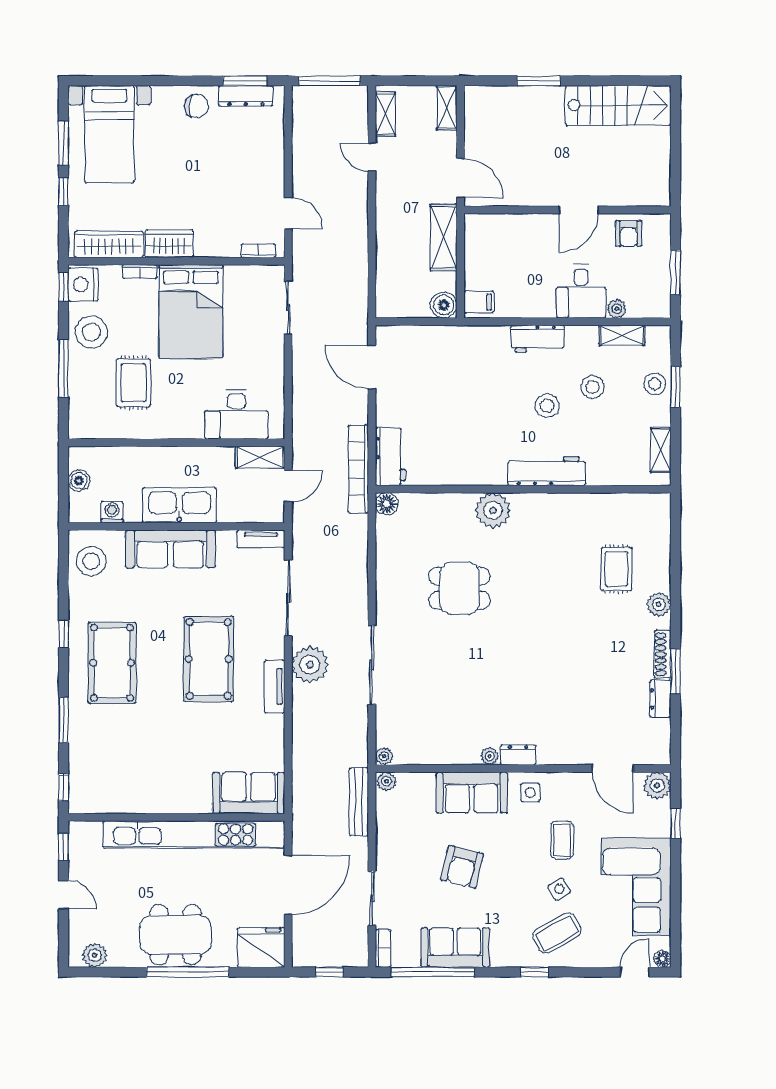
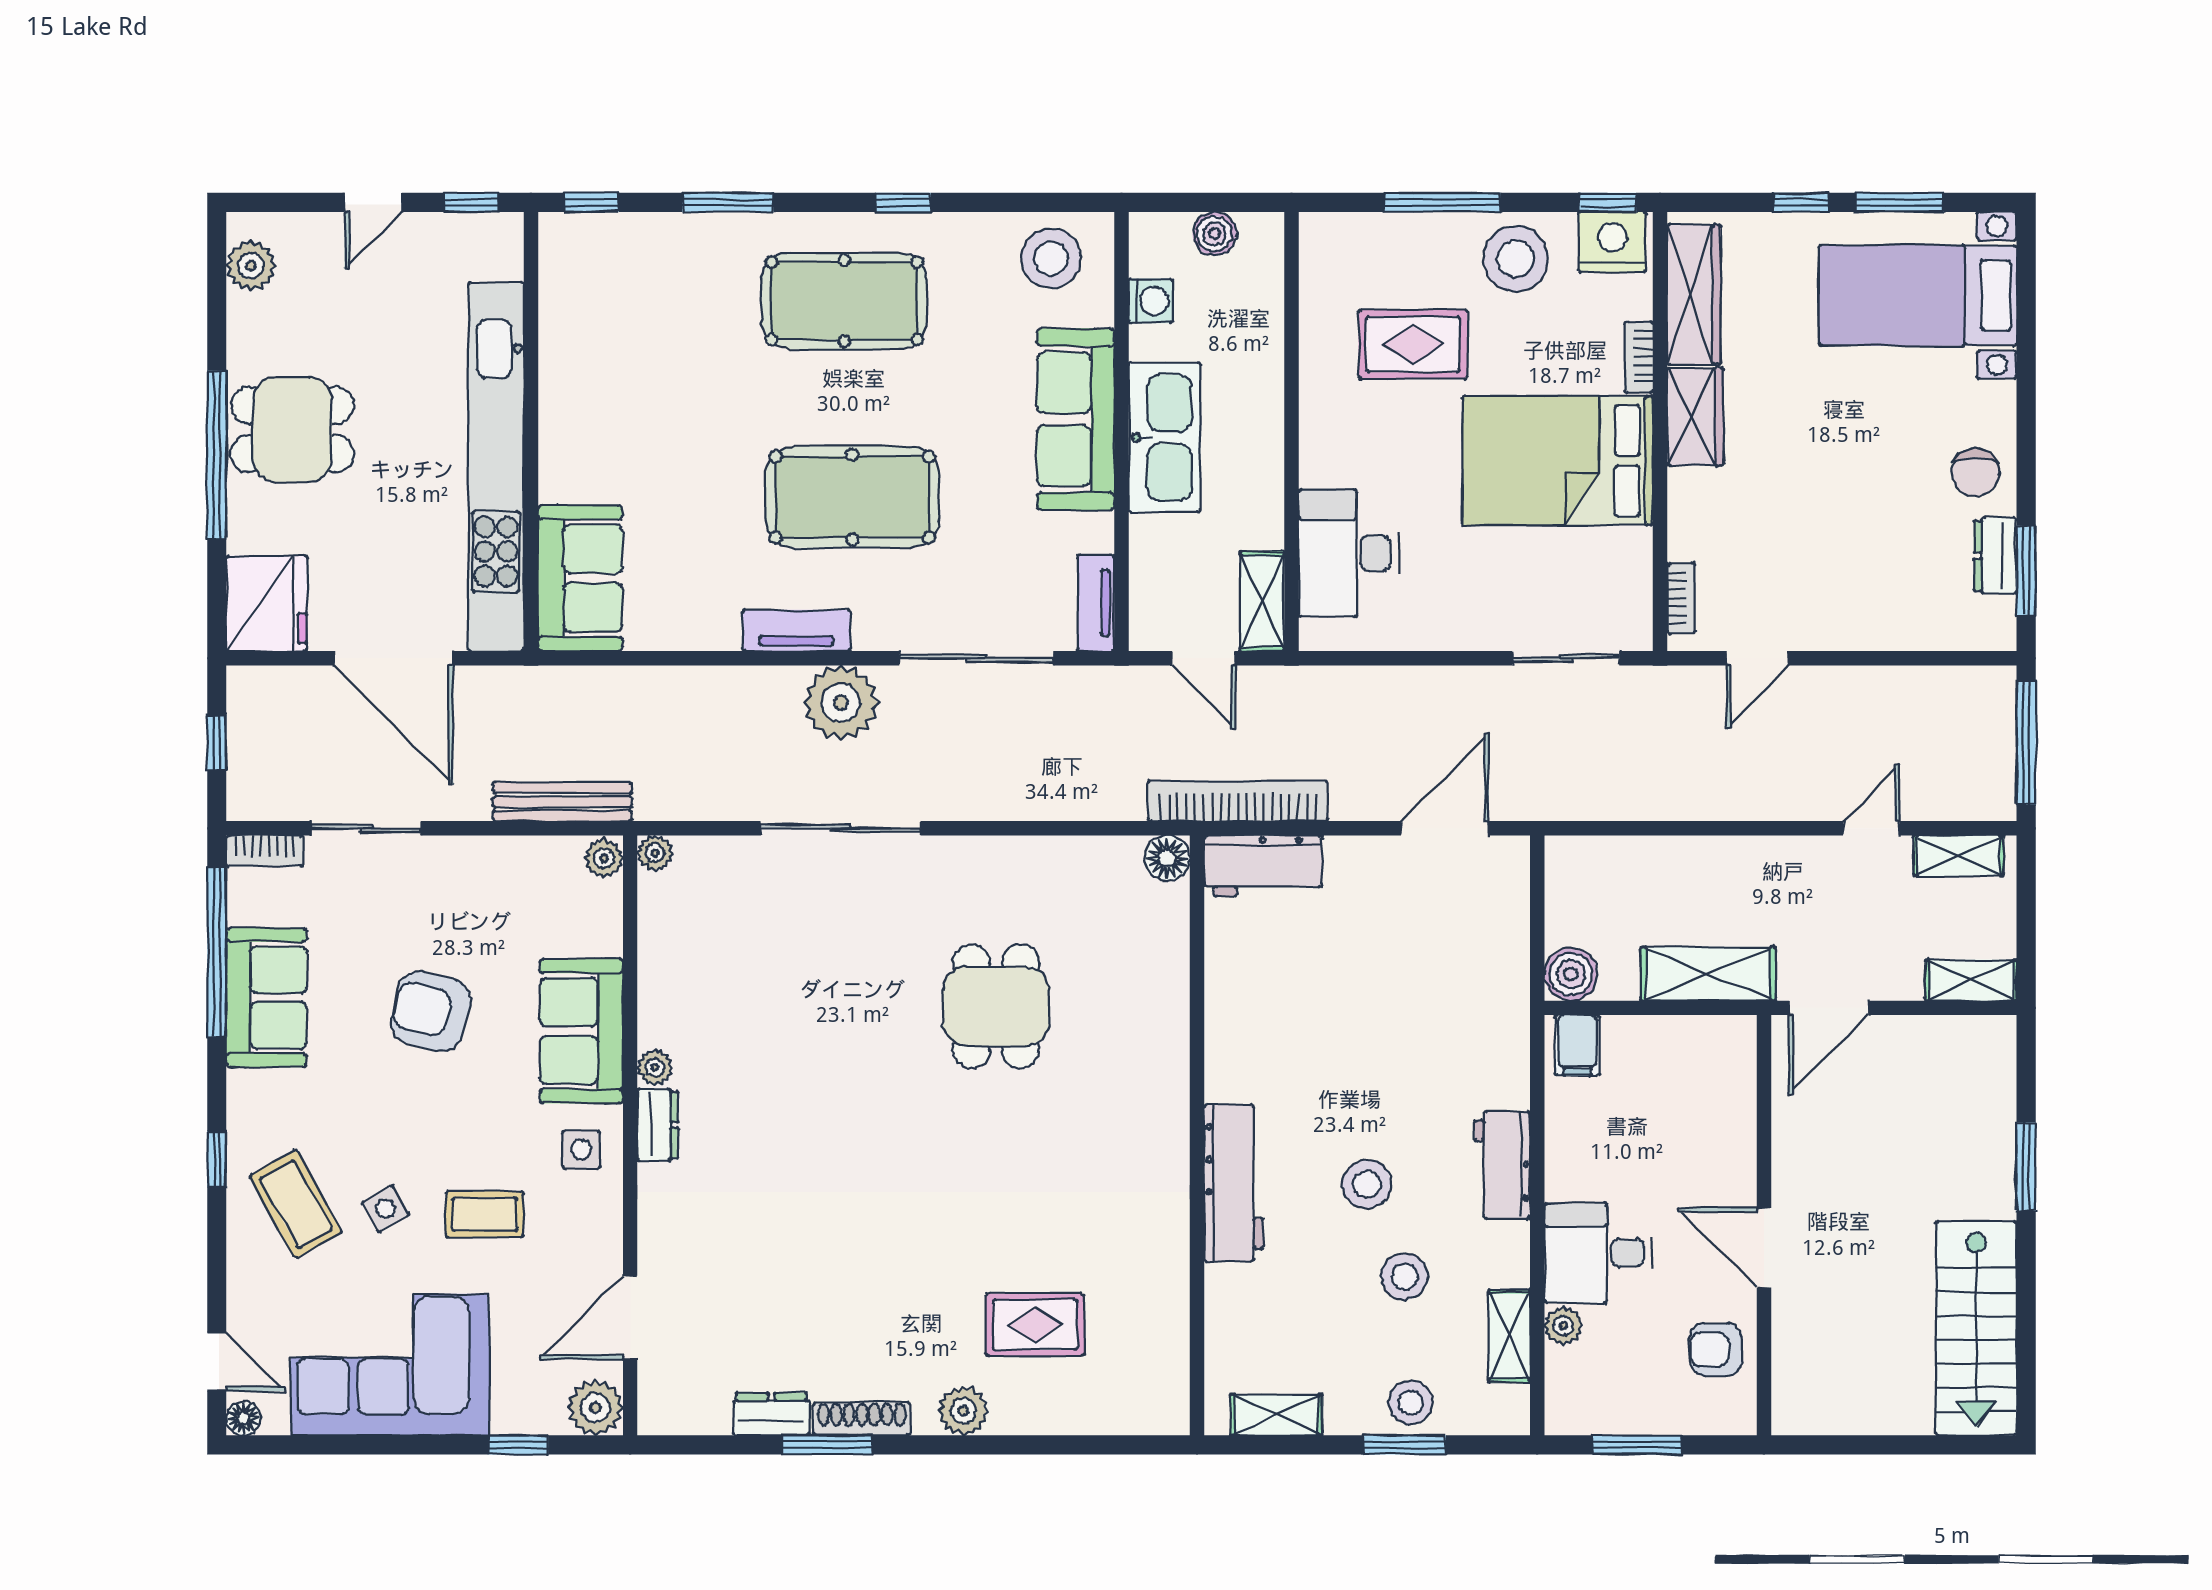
dresser: (246, 96) -> (1995, 556), width x0.70
plant: (493, 510) -> (1154, 1074), removed
dining table: (175, 935) -> (292, 430), width x0.73

